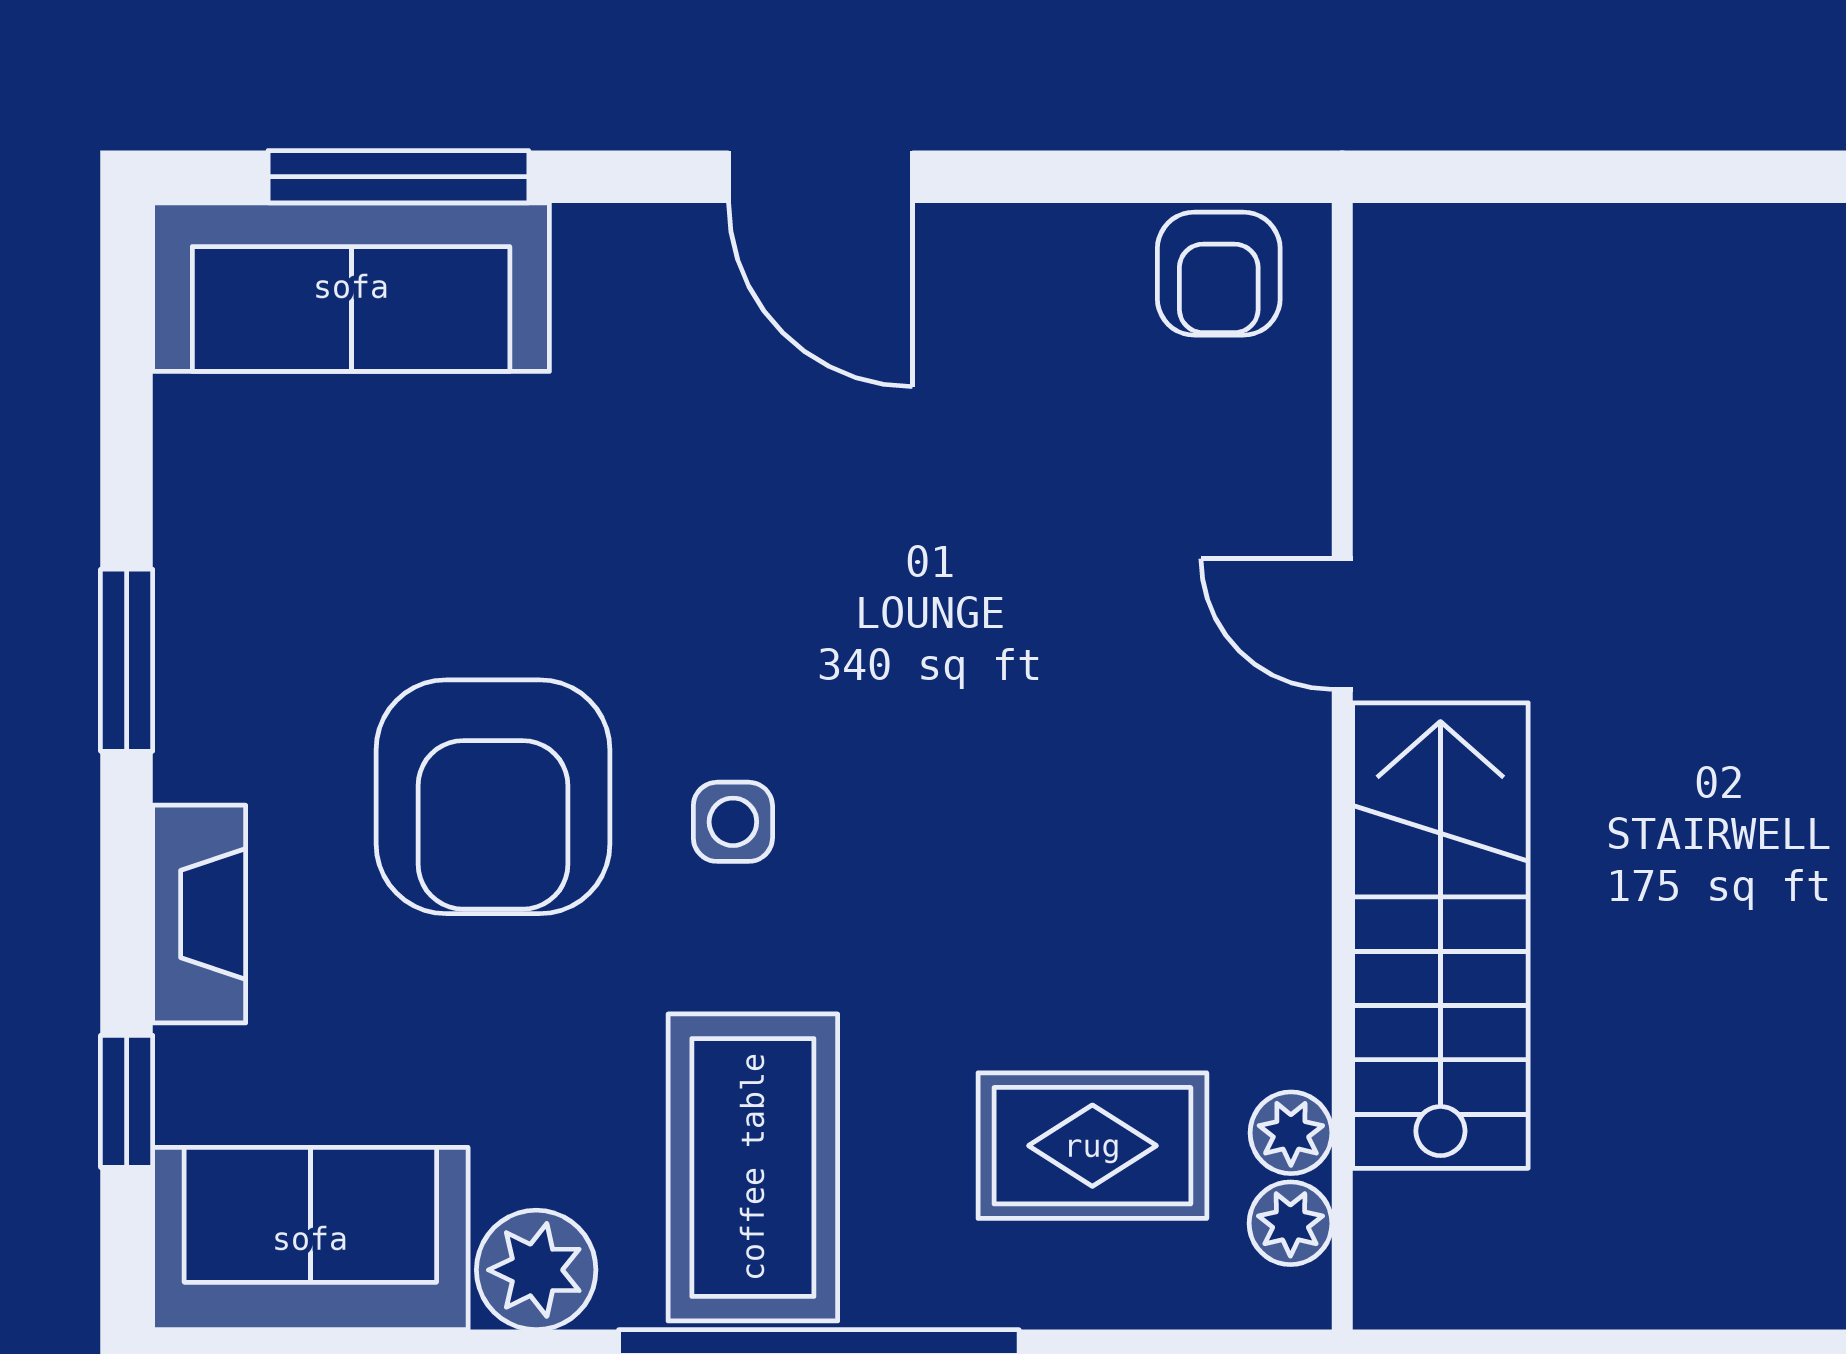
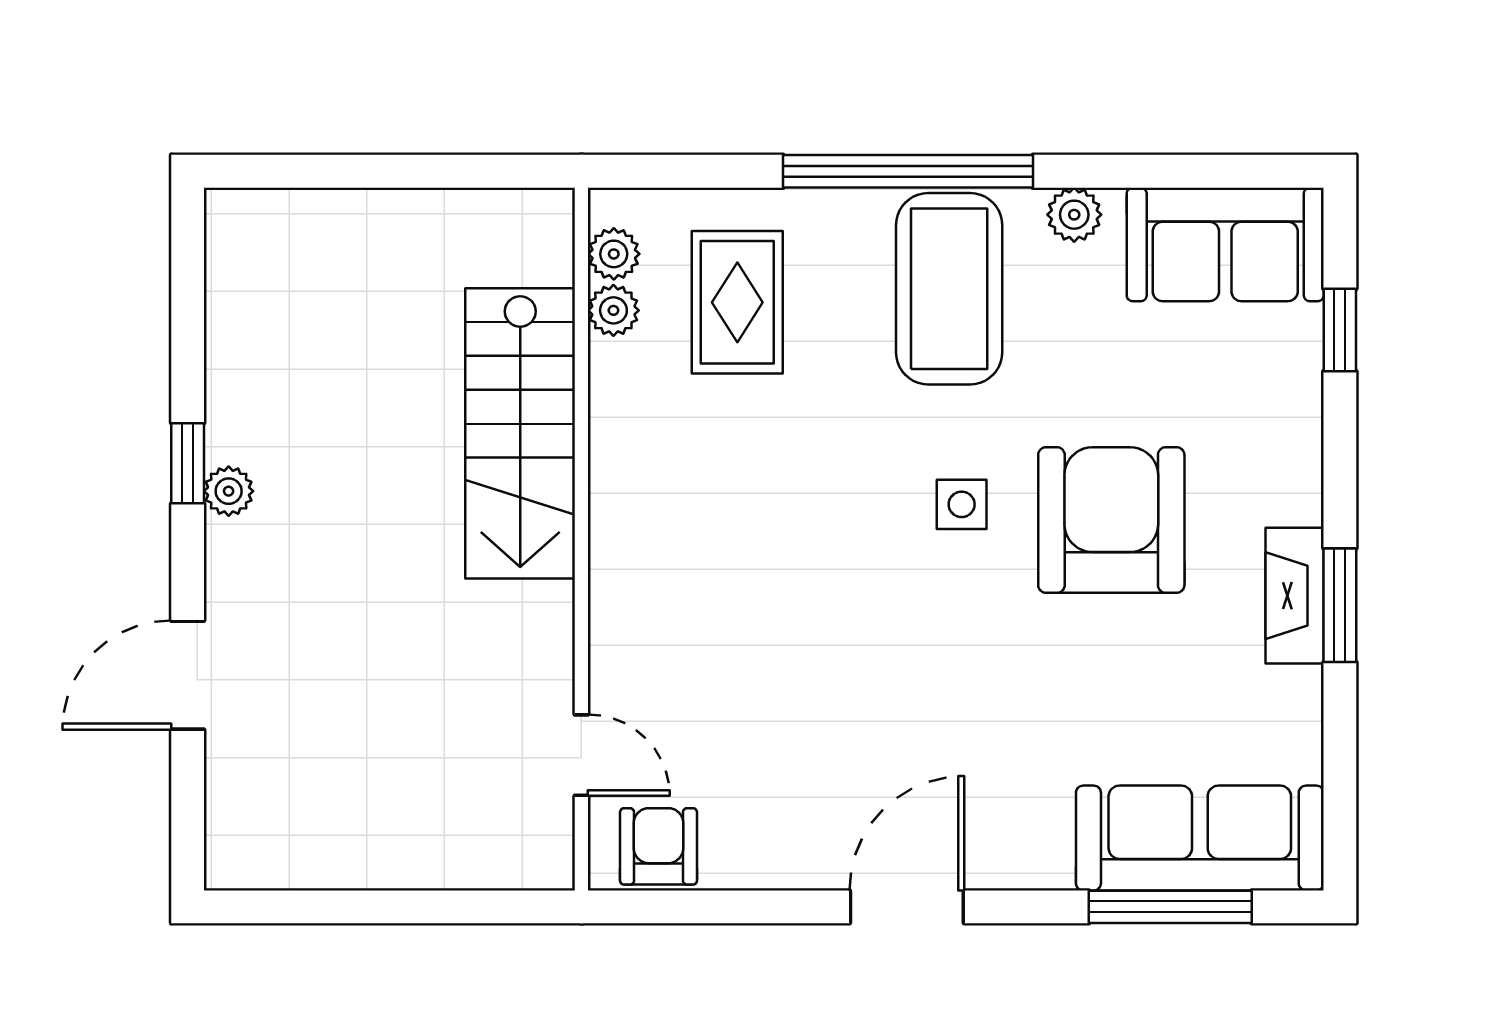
door: (821, 177) -> (907, 907), hinge flipped
door: (1342, 624) -> (581, 755), moved
fireplace: (199, 914) -> (1295, 596), moved
rug: (1092, 1146) -> (737, 302), turned 90
plant: (536, 1270) -> (1074, 215), width x0.73, depth x0.73

